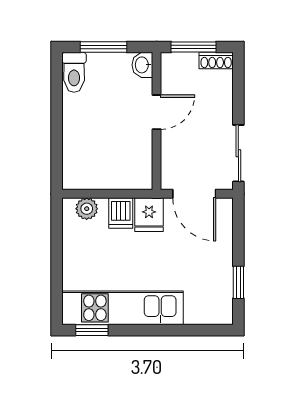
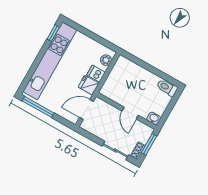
window: (103, 47) -> (171, 106), removed
sliding door: (238, 153) -> (115, 151), moved
window: (238, 282) -> (38, 107), width x2.17
kitchen unit: (123, 308) -> (50, 61), width x1.36

